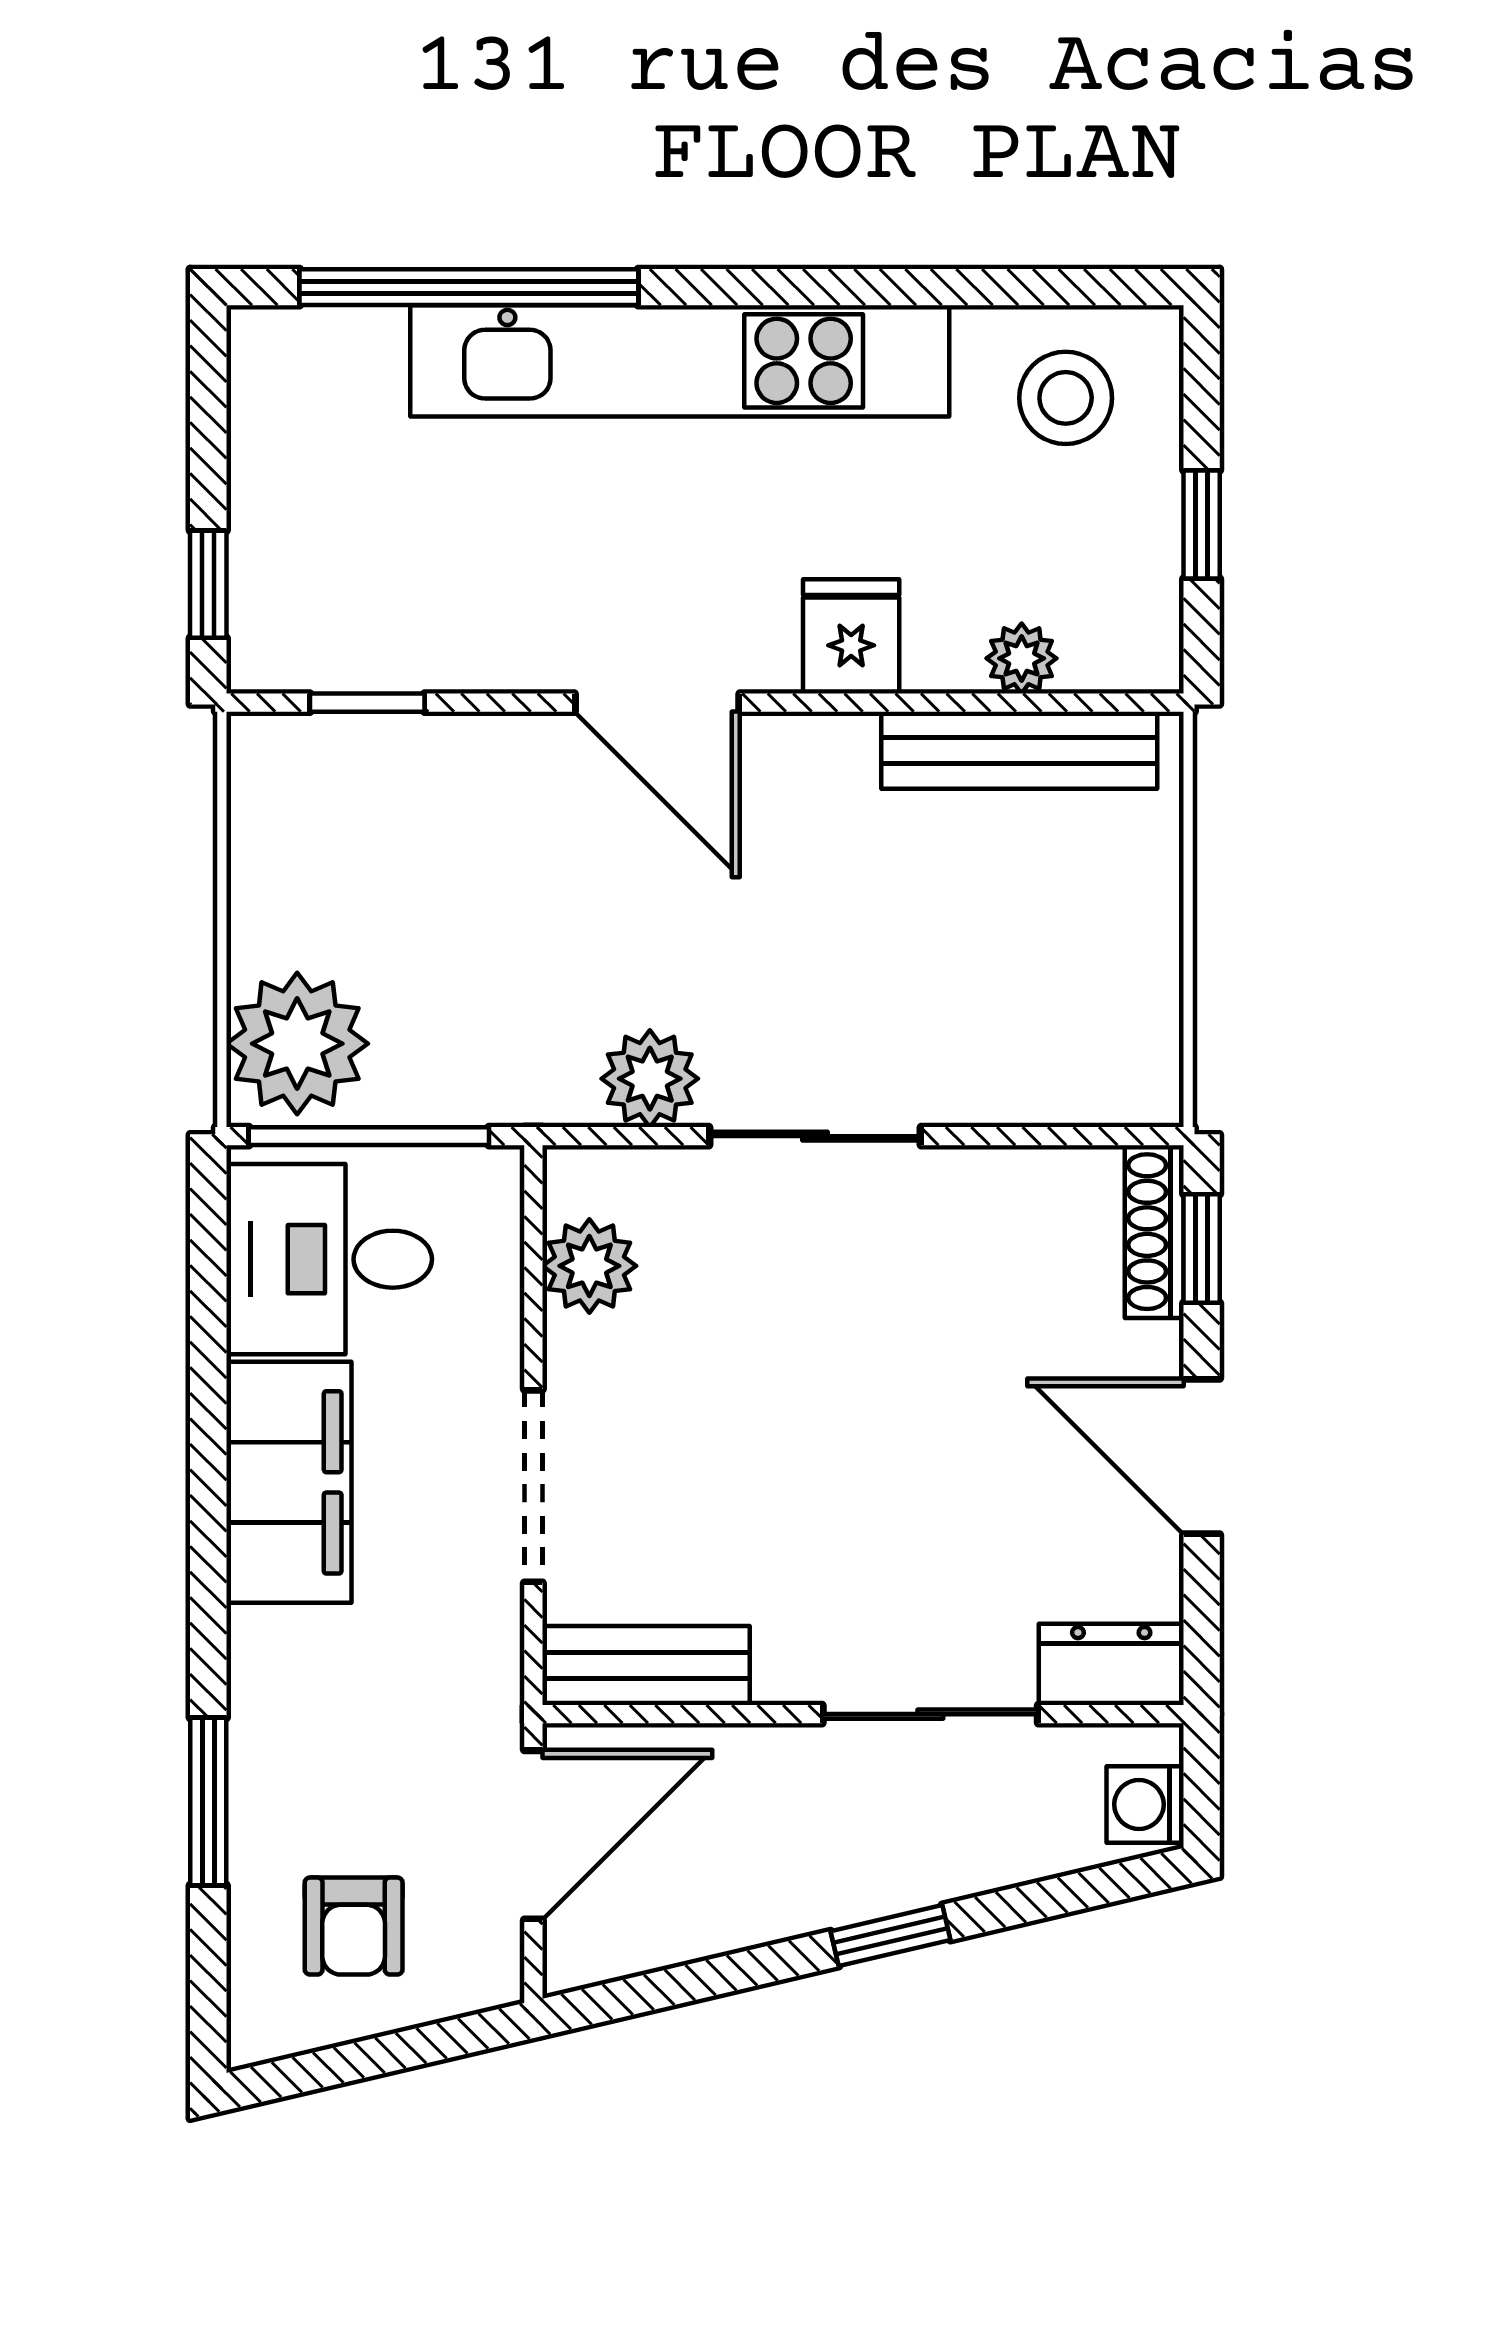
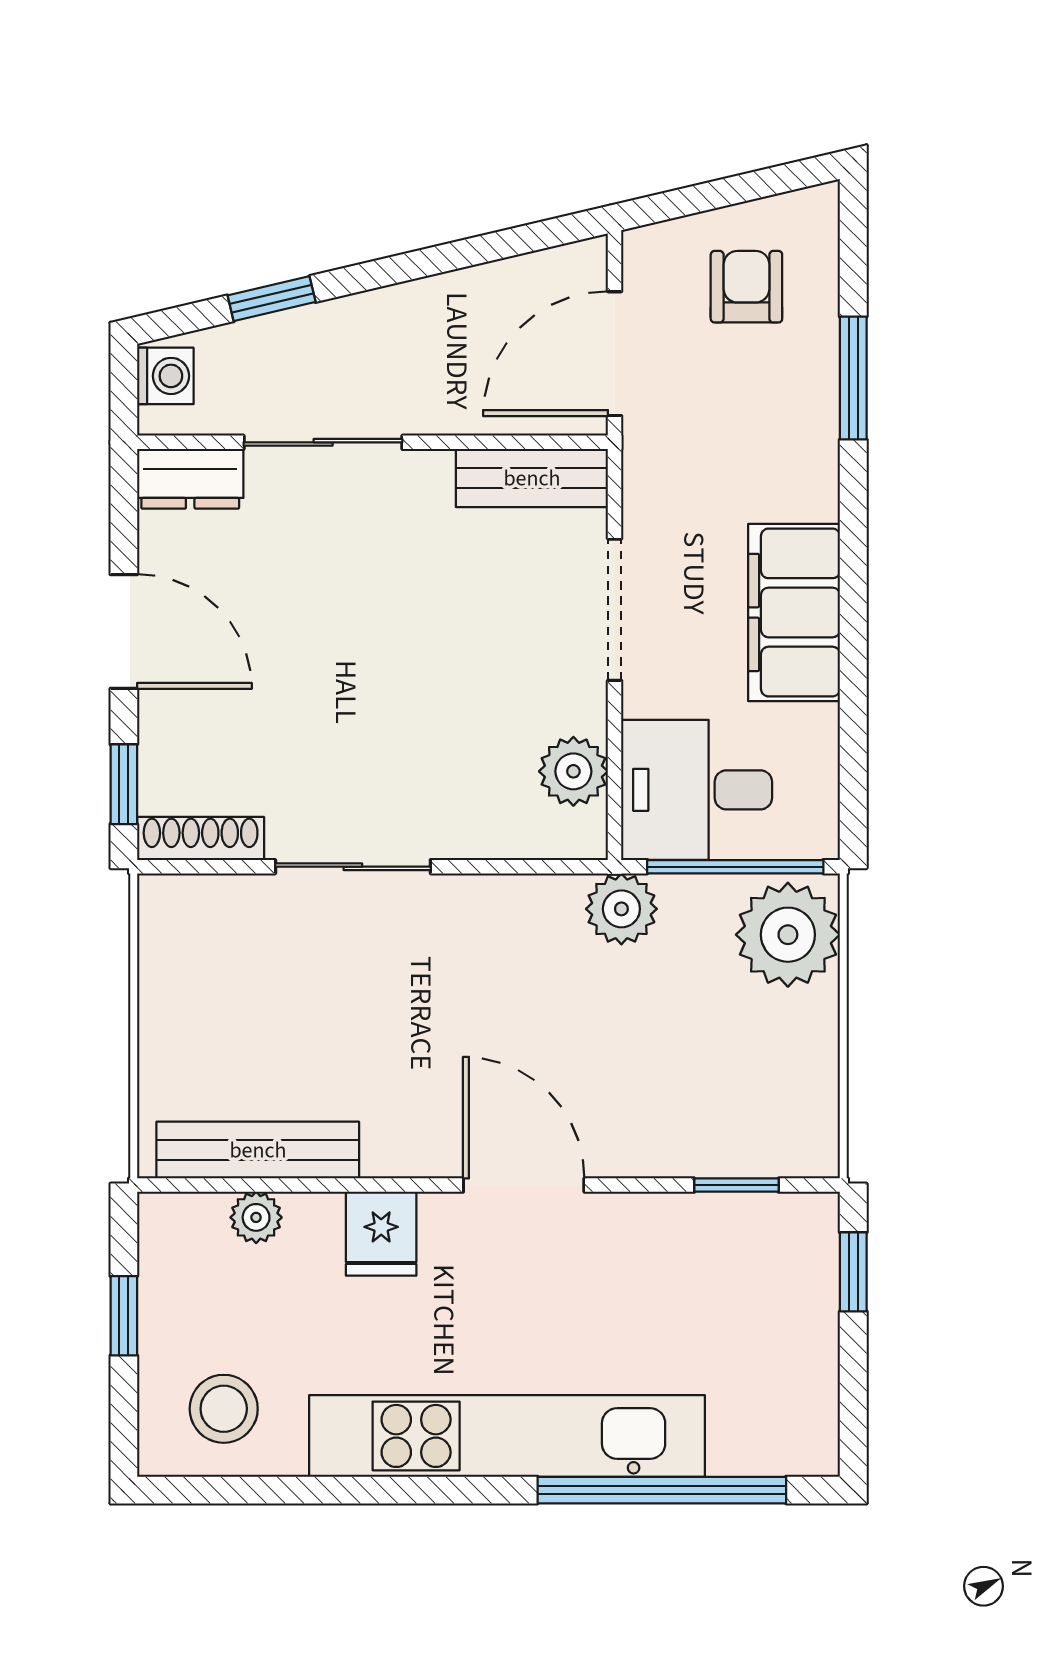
plant: (650, 1079) -> (621, 909), moved
sliding door: (815, 1136) -> (353, 867), moved
shoe rack: (1154, 1232) -> (201, 838), moved, turned -90
desk: (329, 1259) -> (697, 790), moved, turned 180
window: (890, 1936) -> (272, 299), moved

